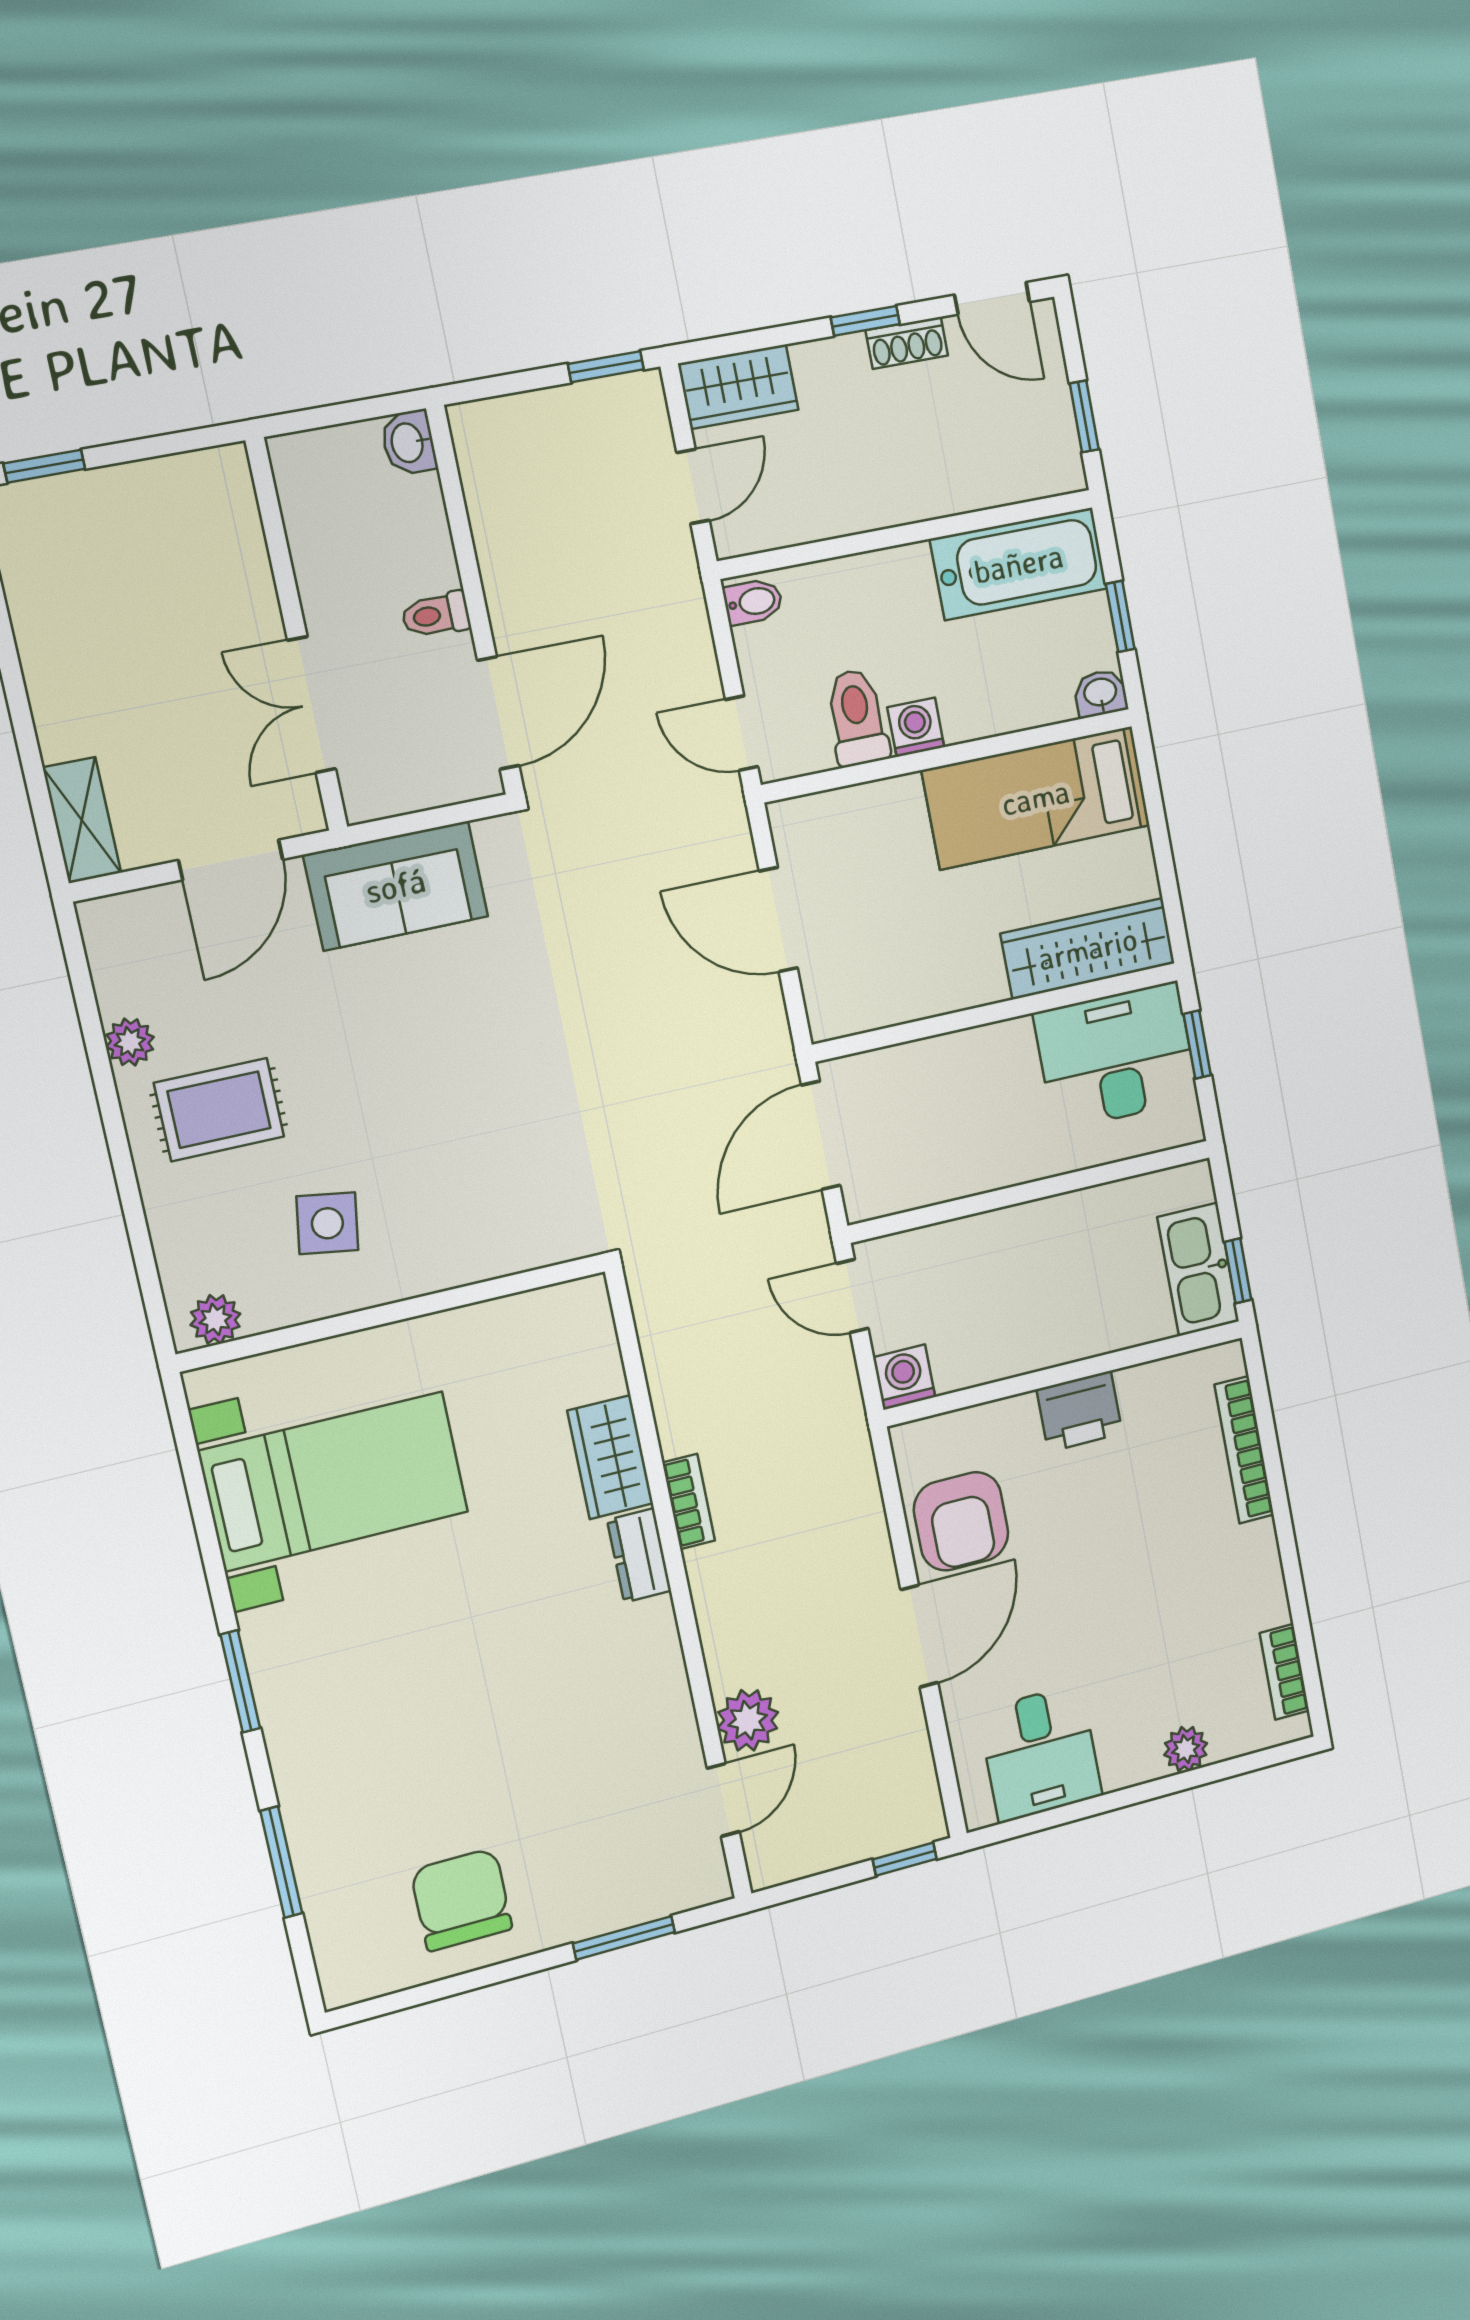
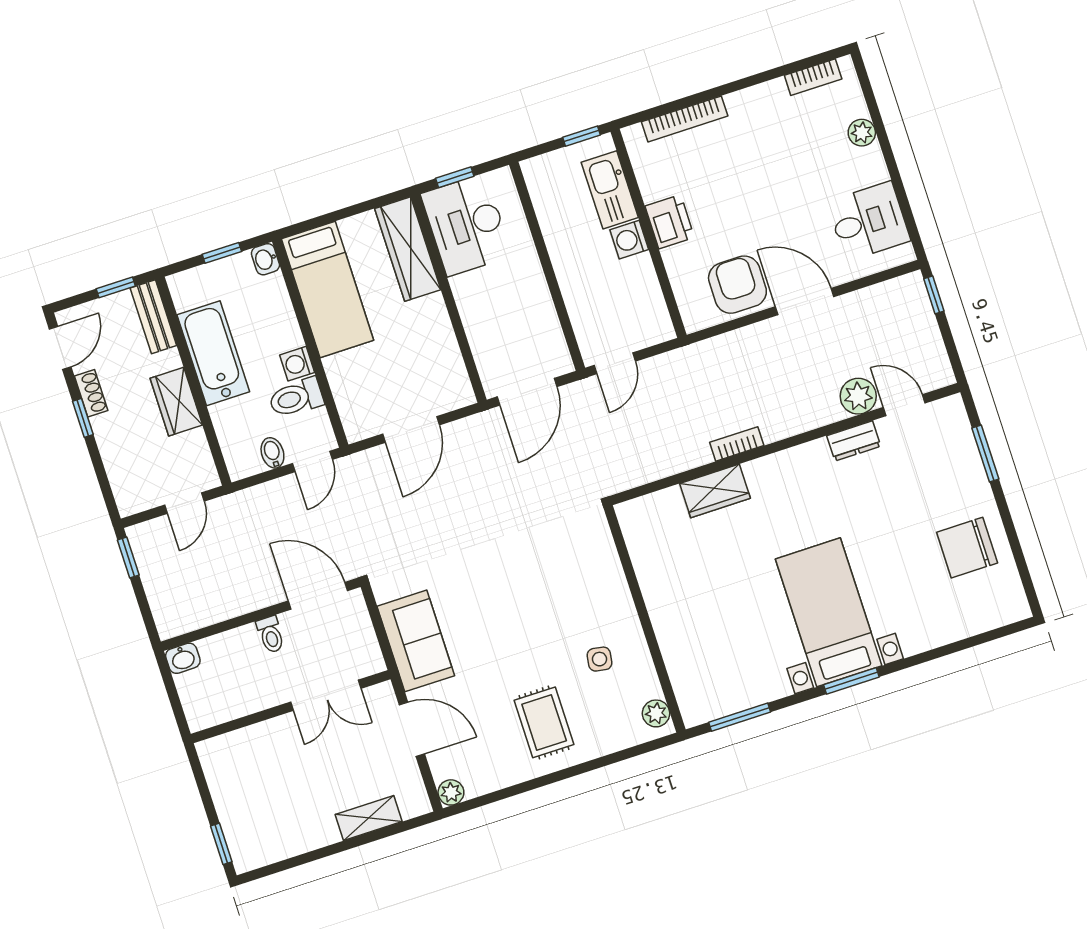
wardrobe: (738, 387) -> (176, 402), moved, turned 180
bench: (1026, 477) -> (153, 317), added
door: (693, 486) -> (184, 503), swing flipped
bathtub: (1019, 564) -> (213, 353), moved
bidet: (753, 602) -> (272, 453), moved
shelving: (82, 820) -> (369, 818), moved
plant: (130, 1042) -> (451, 792), moved
door: (821, 1135) -> (527, 392), hinge flipped
side table: (327, 1223) -> (599, 659), width x0.73, depth x0.73
kitchen sink: (1198, 1269) -> (610, 190), moved, turned 90
washing machine: (904, 1377) -> (629, 240), moved
bed with nightstands: (334, 1481) -> (829, 612), moved
armchair: (961, 1521) -> (737, 285), turned -90
dresser: (639, 1555) -> (854, 441), moved
window: (281, 1862) -> (740, 717), moved

